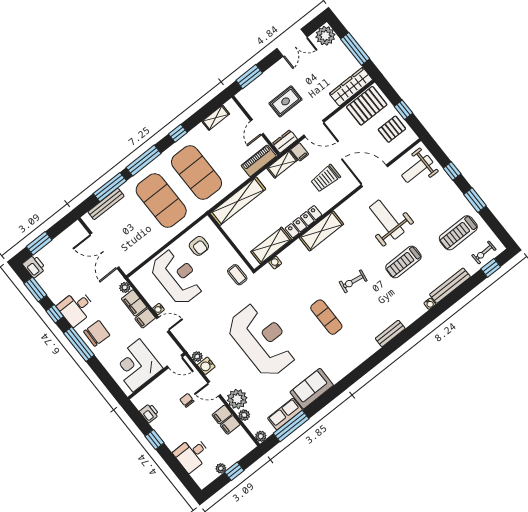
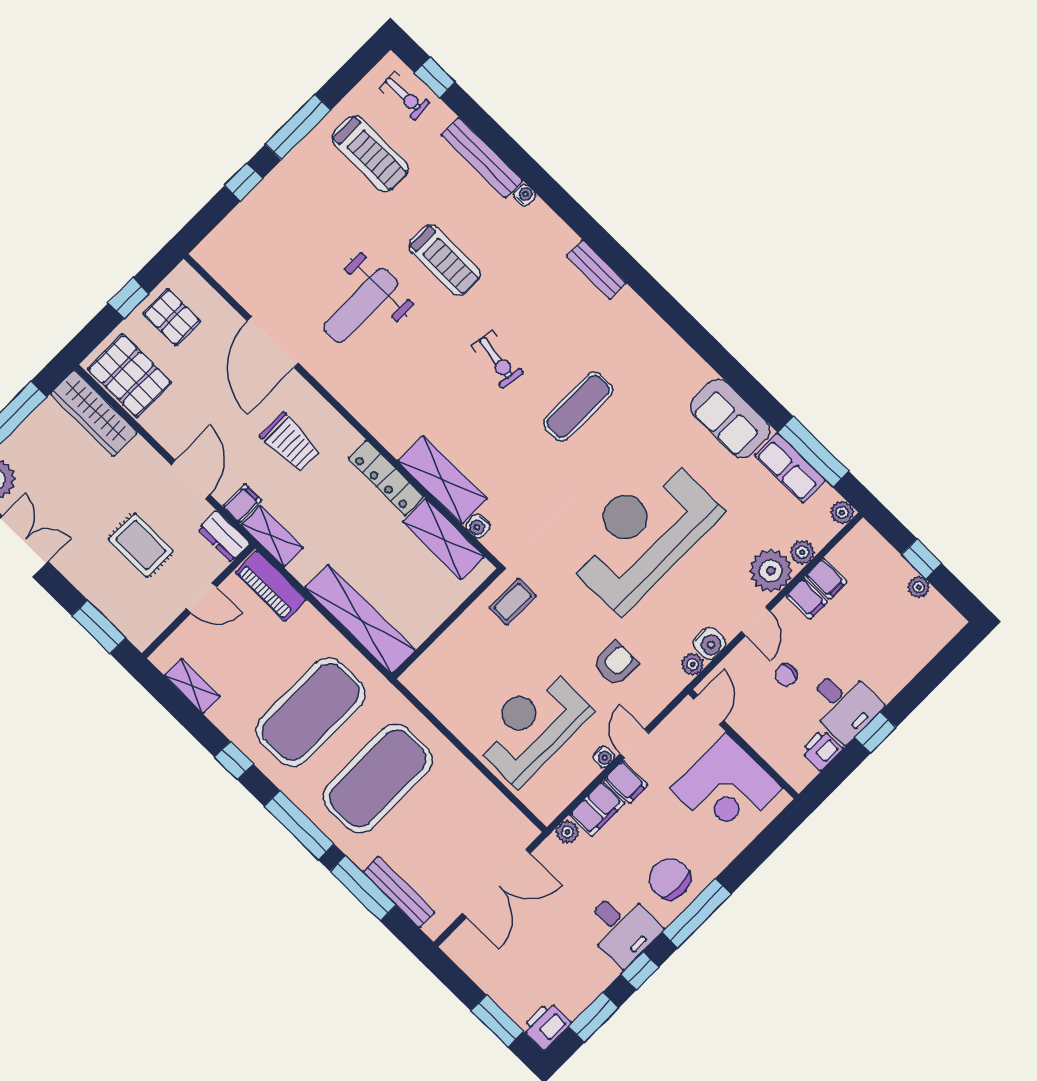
weight bench: (417, 169) -> (248, 255), removed
window: (475, 200) -> (298, 127), width x1.44
shelving: (321, 231) -> (443, 480), moved
armchair: (199, 246) -> (615, 664), moved
desk: (192, 454) -> (844, 704), moved

